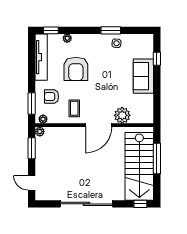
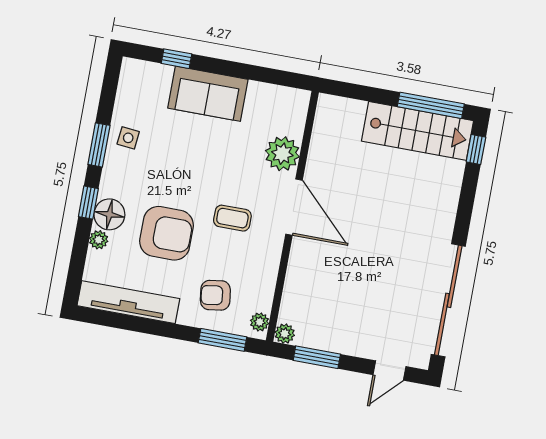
window: (51, 30) -> (88, 203), moved
floor lamp: (80, 41) -> (109, 214), added
armchair: (52, 97) -> (215, 295), turned 82
coffee table: (74, 108) -> (232, 218), moved
window: (157, 159) -> (431, 105), moved
stairs: (139, 166) -> (418, 131), width x0.73, depth x0.66
sliding door: (86, 204) -> (448, 300), moved

